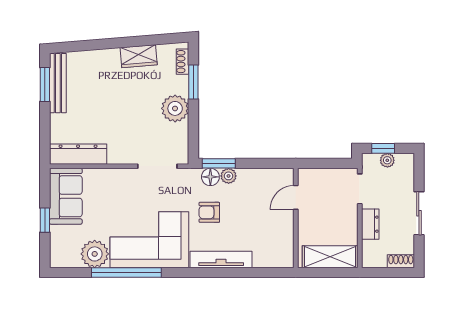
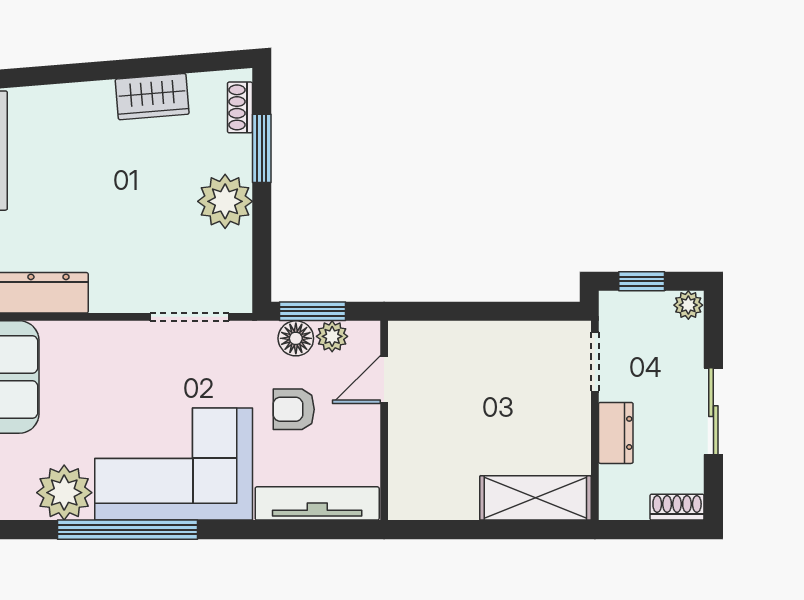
plant: (387, 160) -> (688, 305), moved
door: (296, 197) -> (384, 379), moved
wall: (296, 218) -> (384, 420), moved

